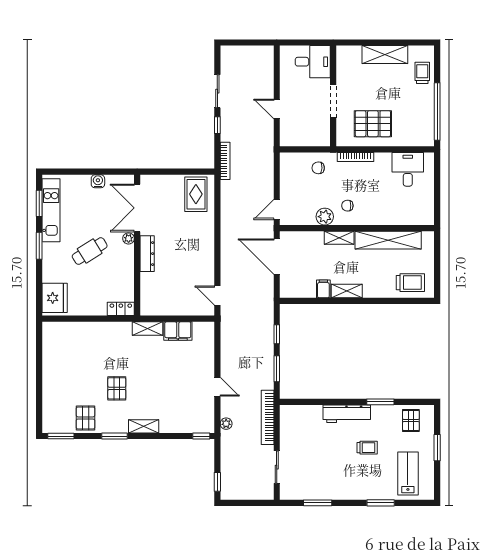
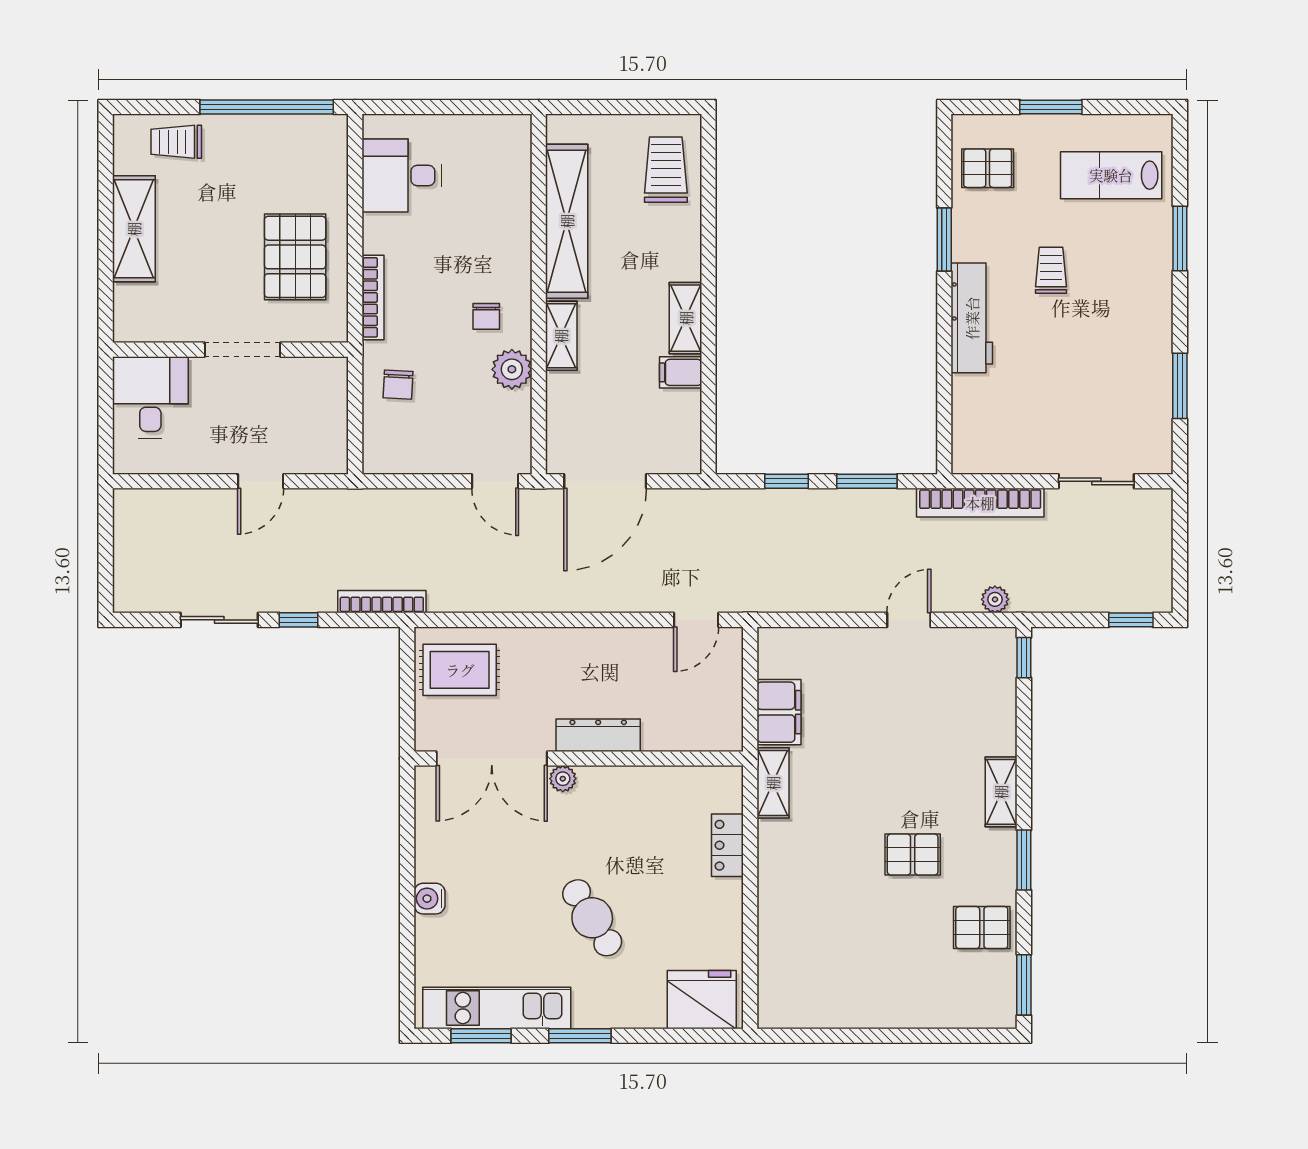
double door: (137, 208) -> (492, 759), moved
plant: (129, 238) -> (563, 779), moved
wall: (137, 245) -> (579, 759), moved
dresser: (147, 254) -> (598, 735), moved

